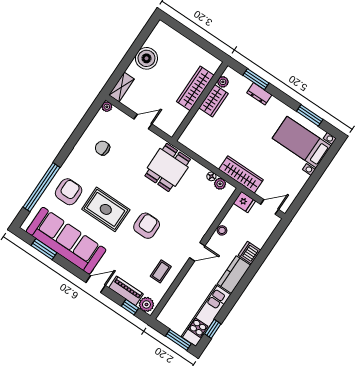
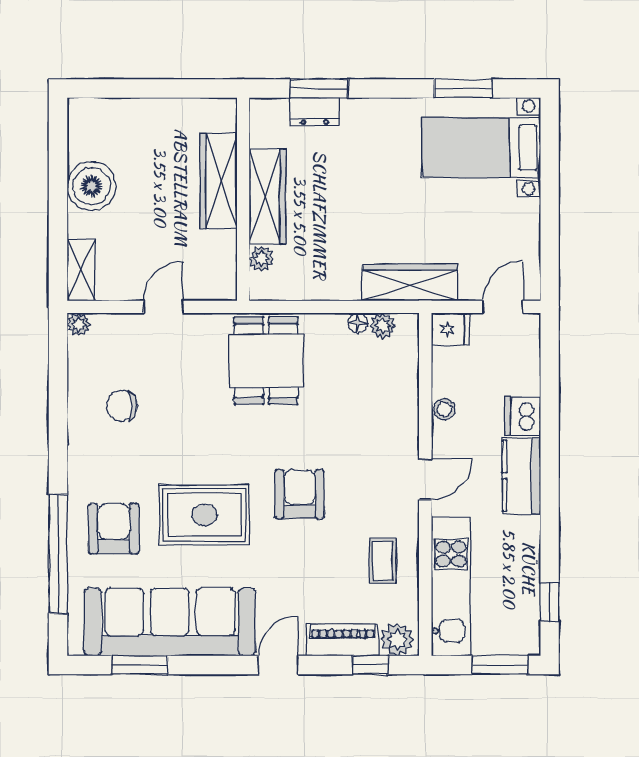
plant: (223, 82) -> (261, 259), moved
dresser: (259, 94) -> (315, 111), moved
wardrobe: (214, 101) -> (268, 197), width x1.50
kitchen unit: (206, 316) -> (451, 586), moved, turned 180

